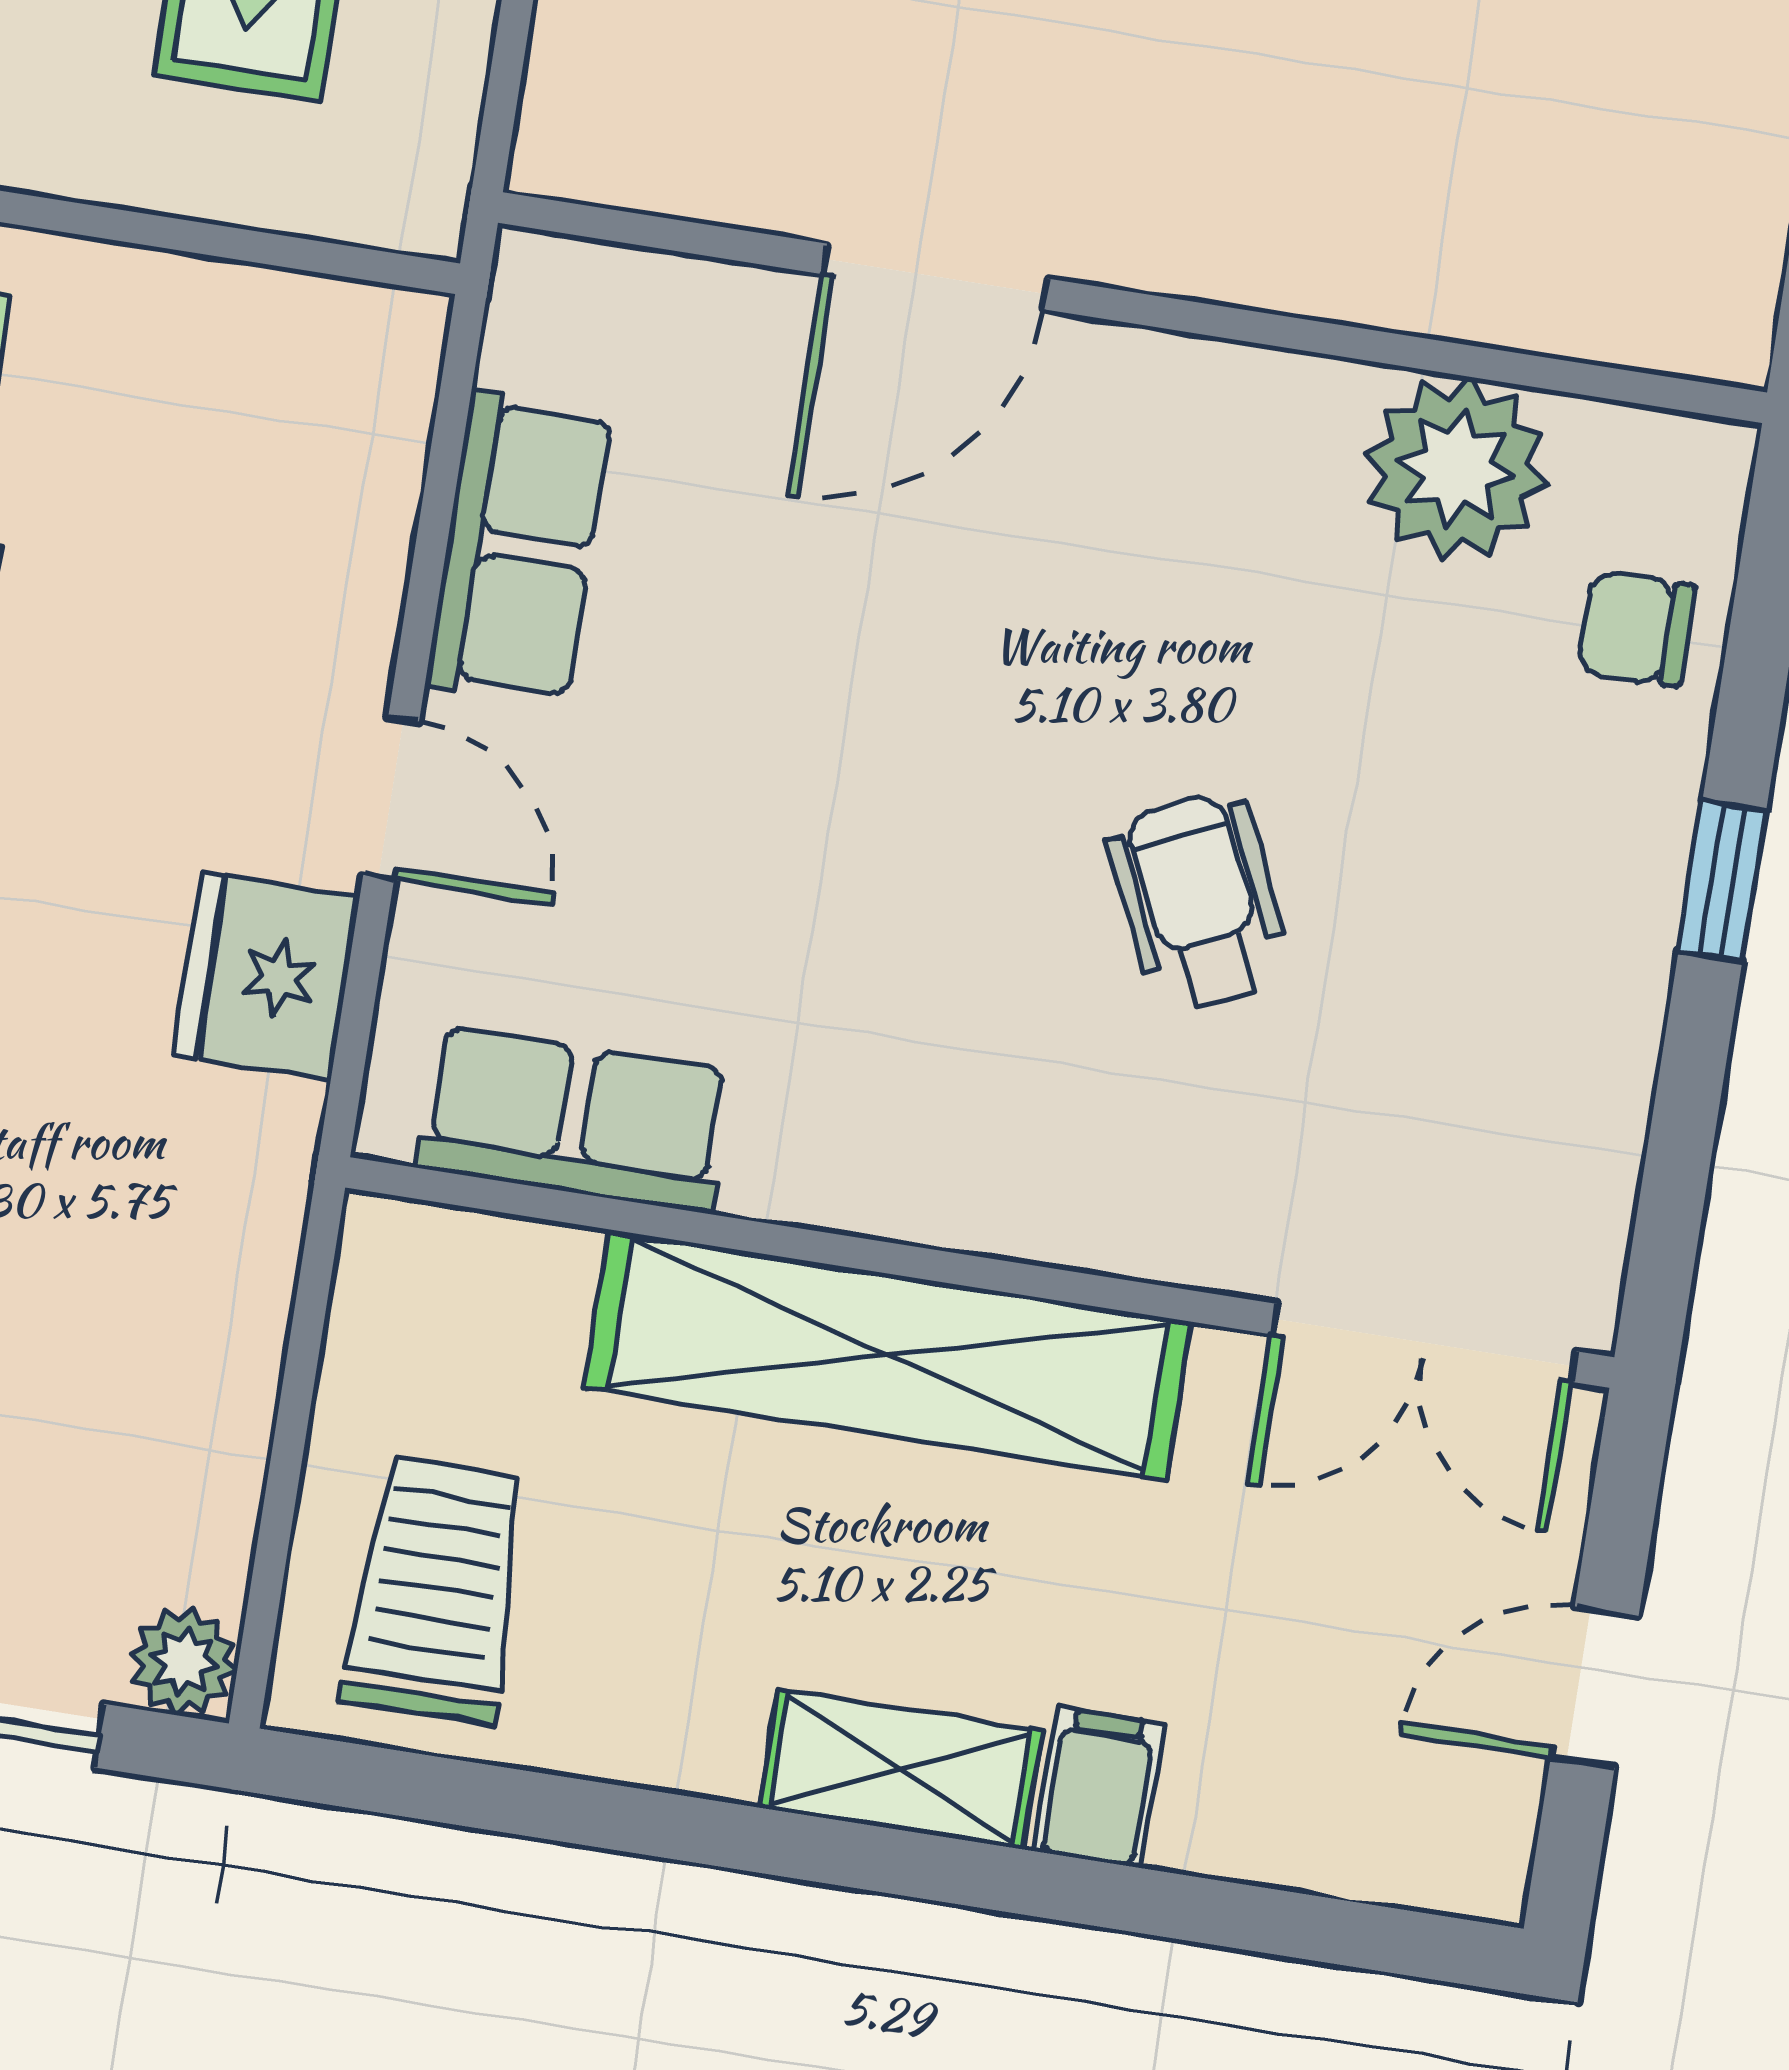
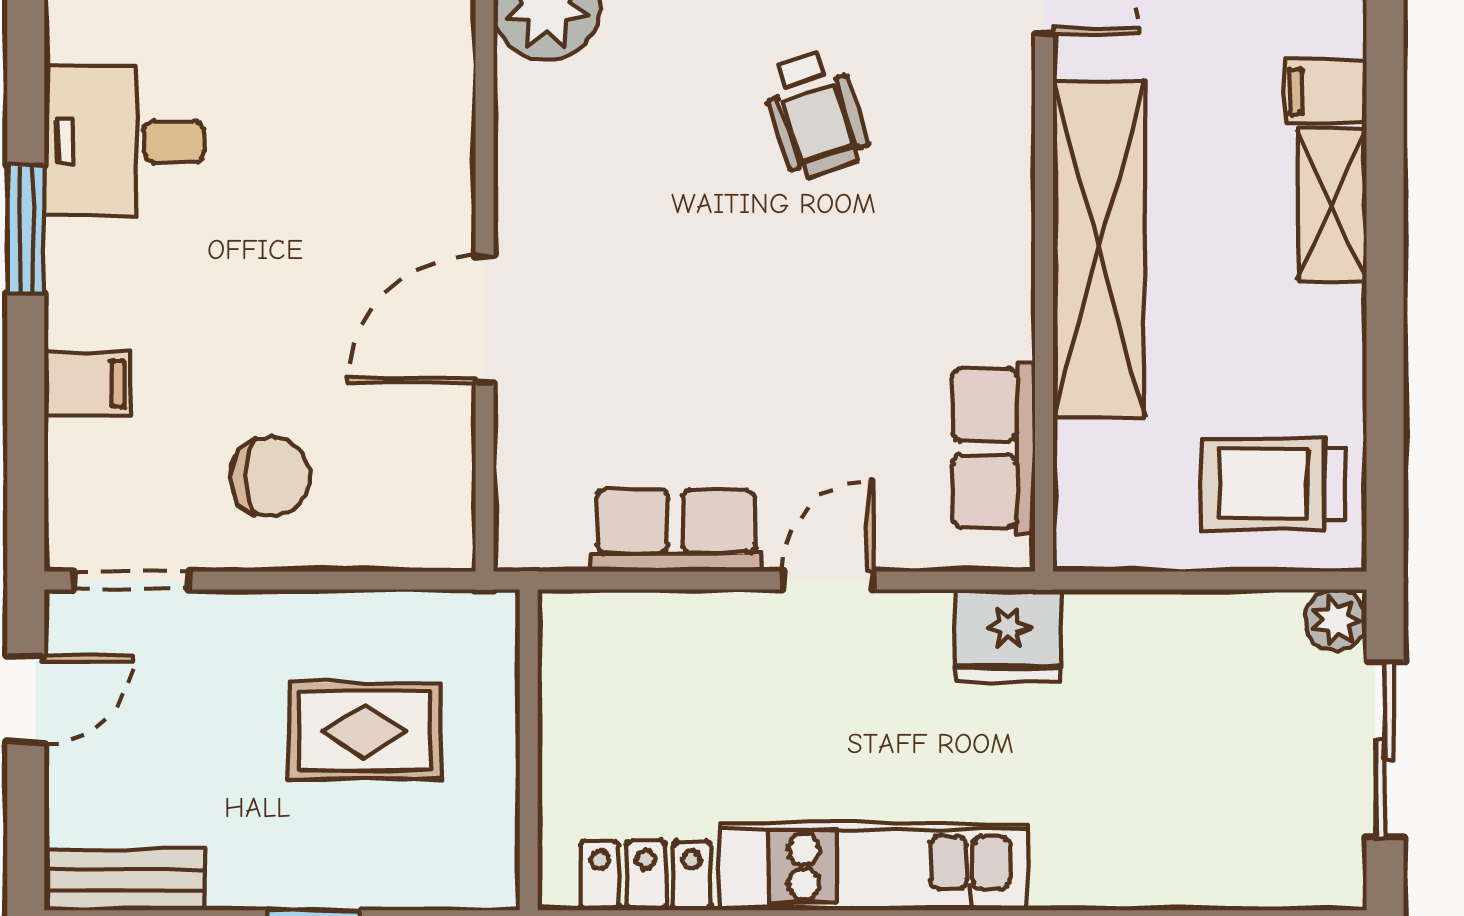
door: (935, 276) -> (484, 320), swing flipped
wheelchair: (1199, 902) -> (815, 114), turned -83
fridge: (267, 976) -> (1008, 635), moved

